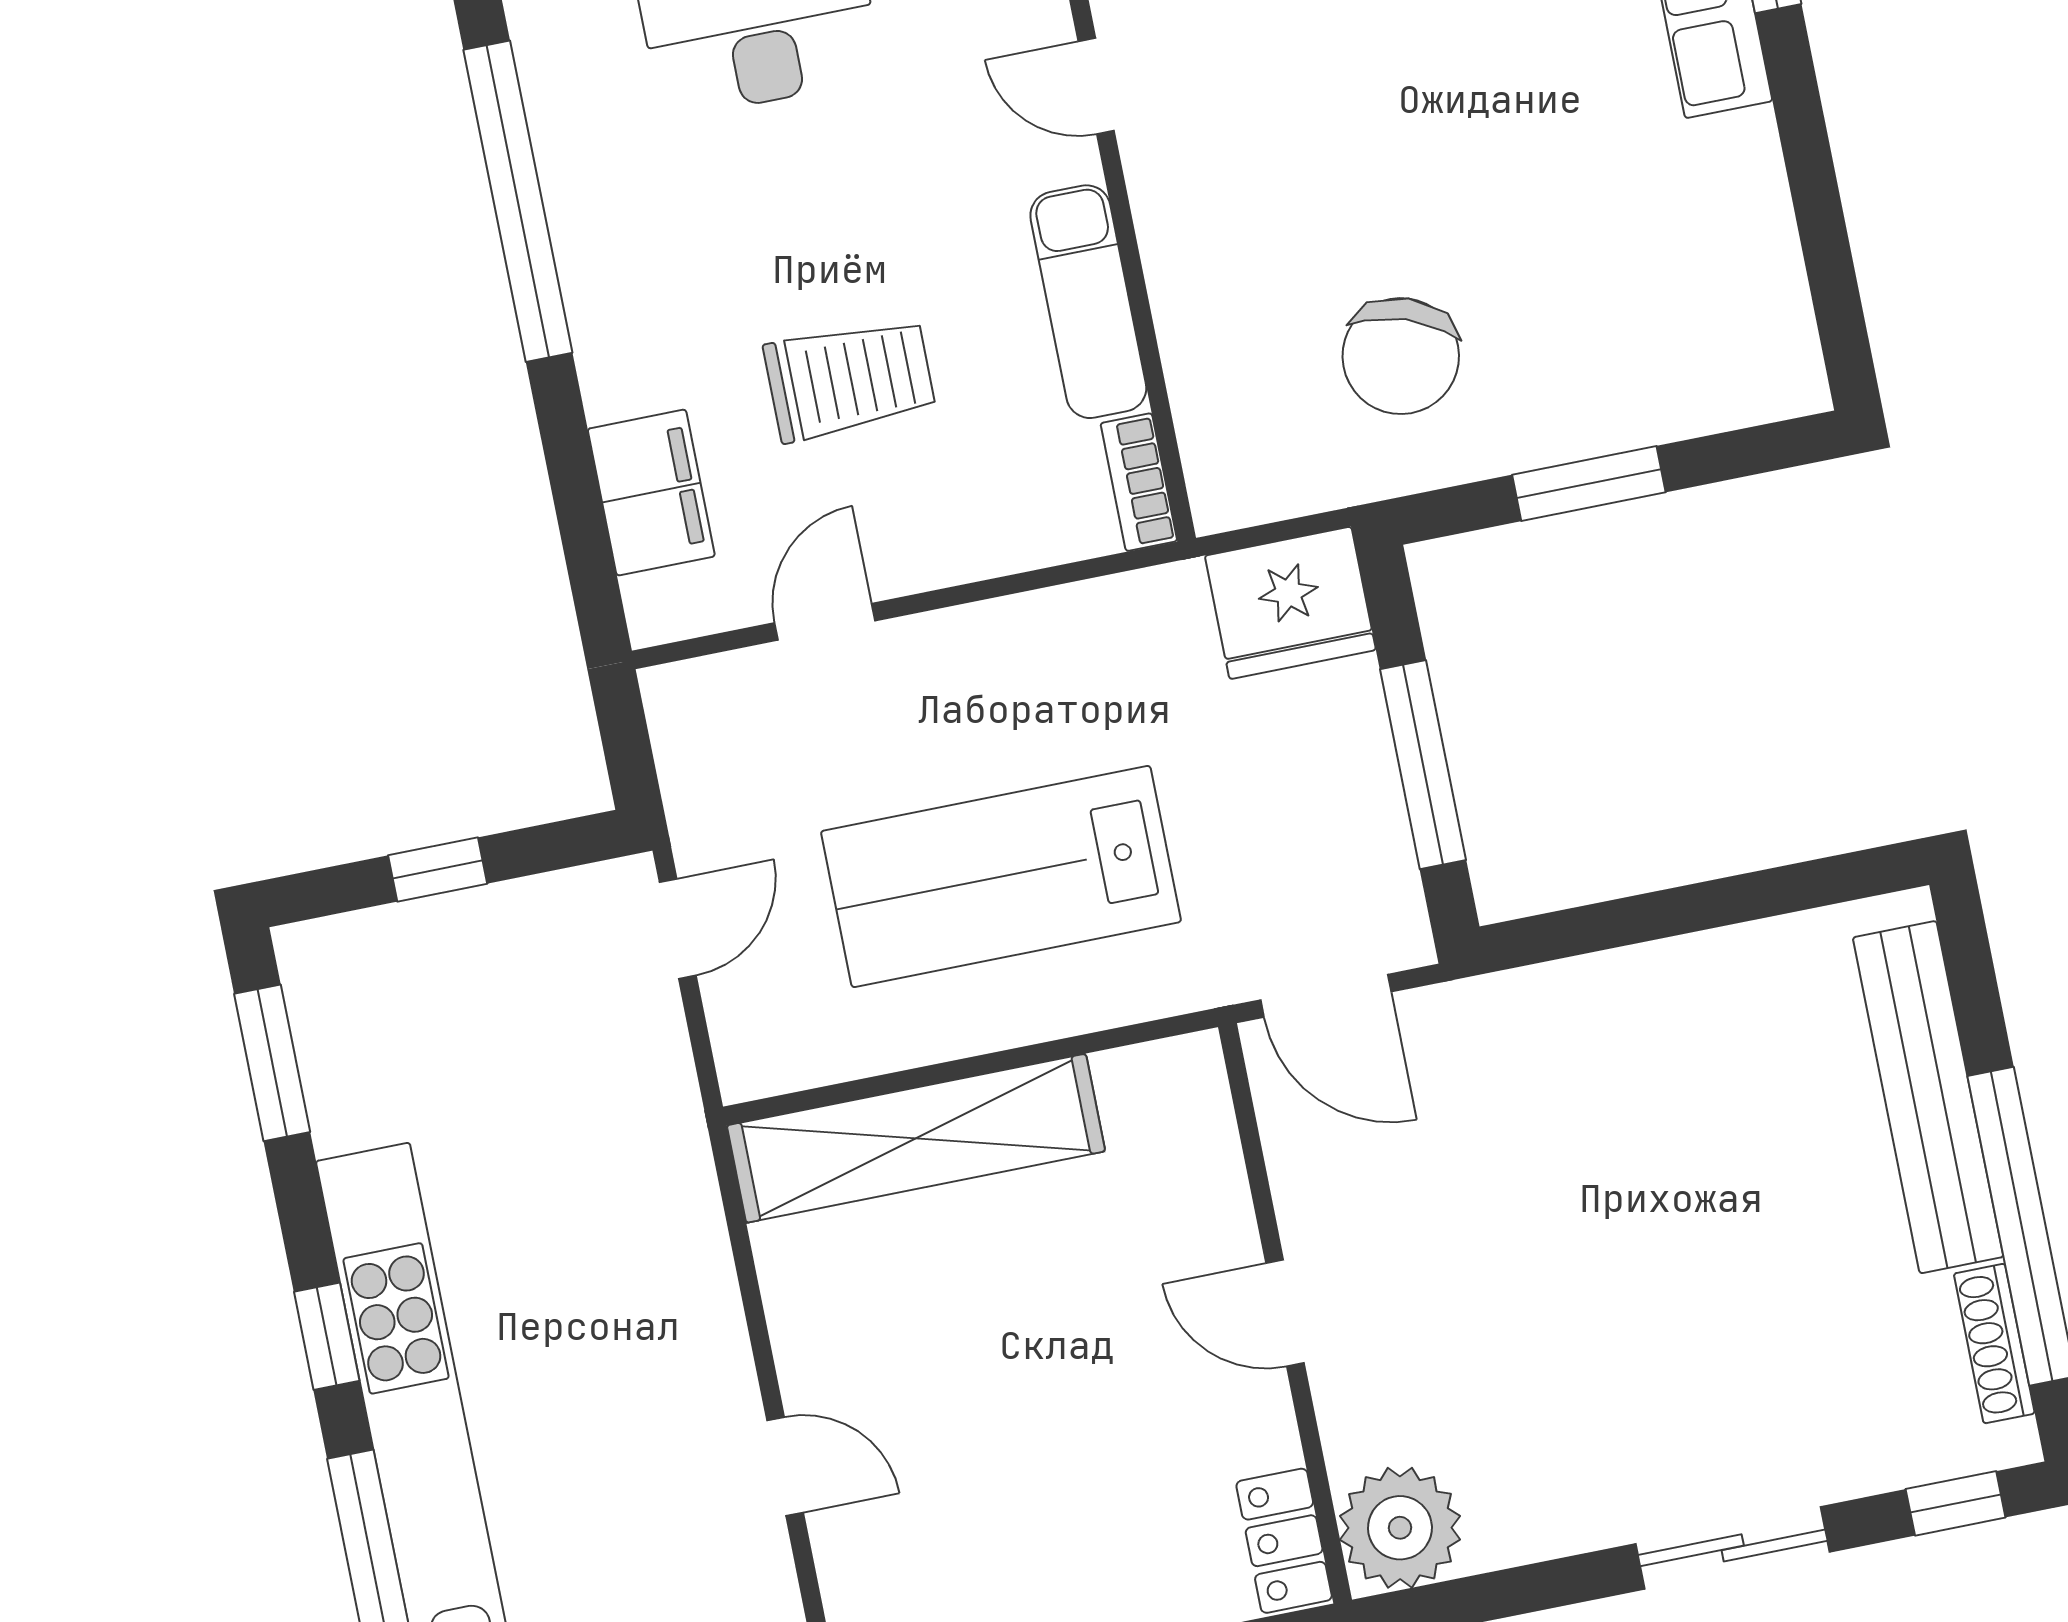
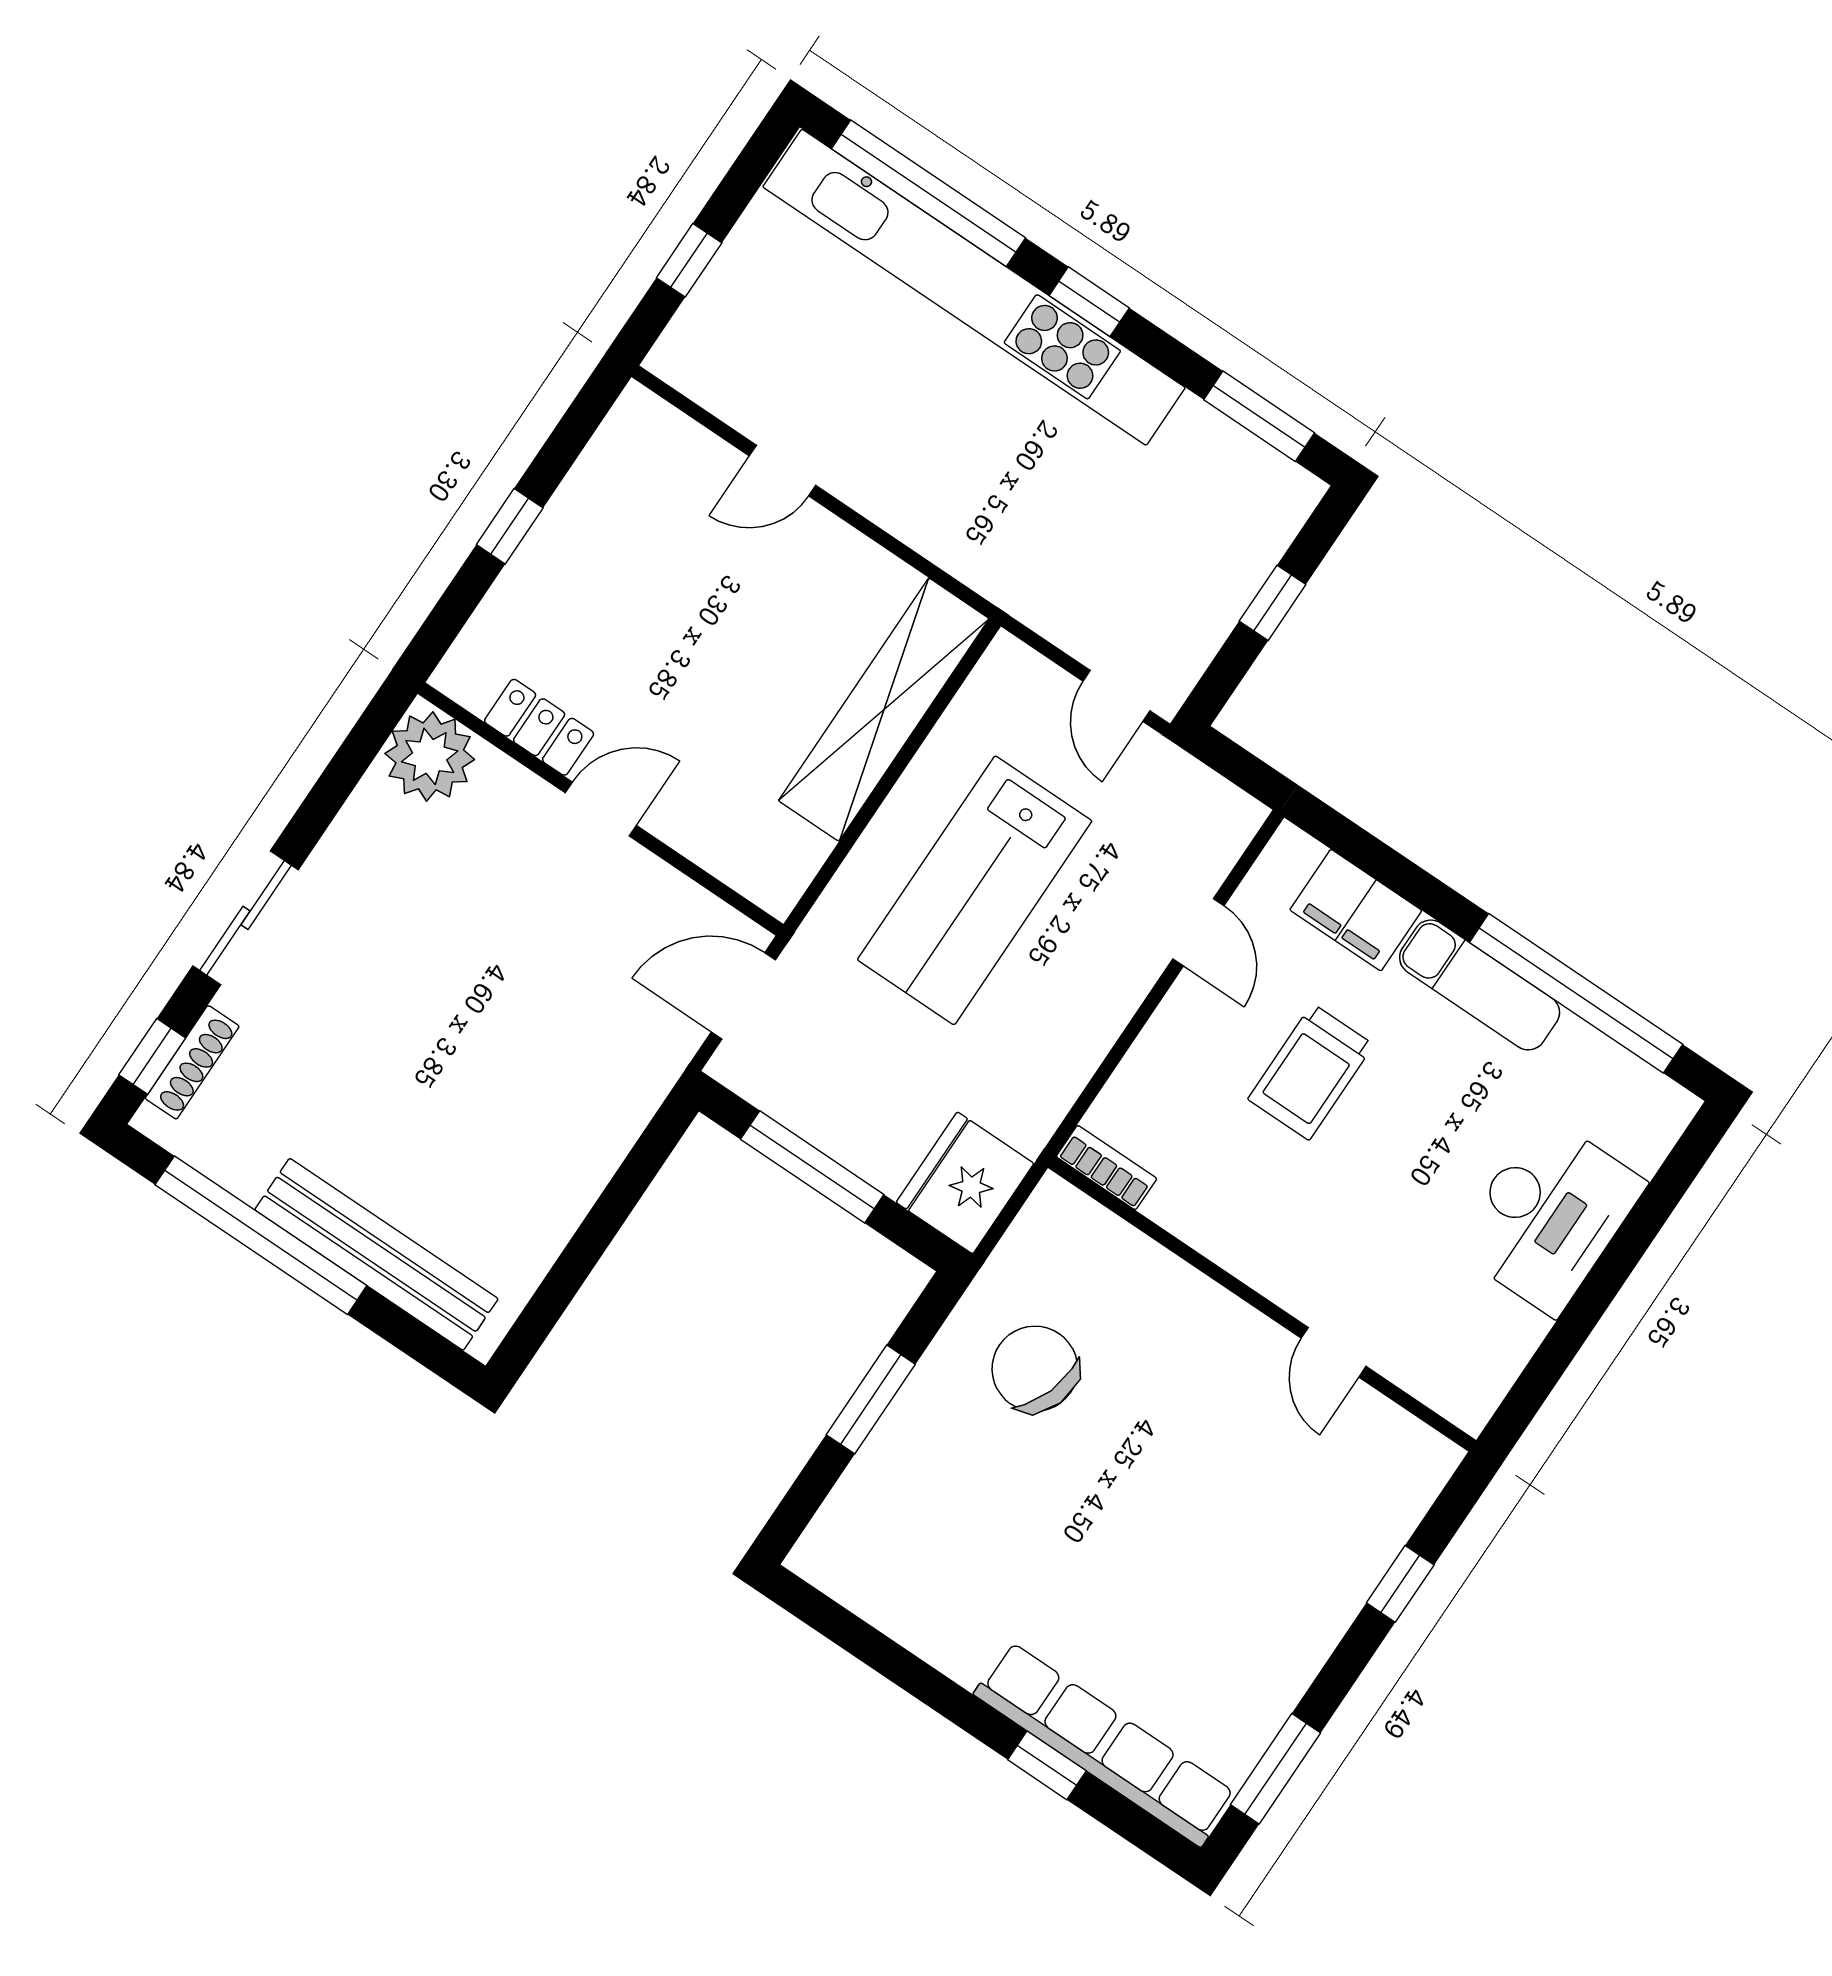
door: (1096, 86) -> (1334, 1352), swing flipped
exam couch: (1088, 302) -> (1480, 985), moved, turned 180
lab bench: (1001, 876) -> (975, 890), turned 180
shoe rack: (1994, 1344) -> (192, 1062), moved, turned 90
locker: (1284, 1541) -> (539, 727), moved

